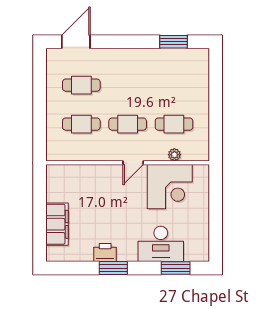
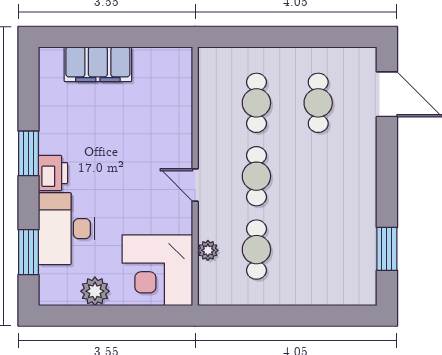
corner desk: (170, 187) -> (157, 270), moved
plant: (200, 226) -> (95, 291), added
printer: (105, 253) -> (53, 173), moved

